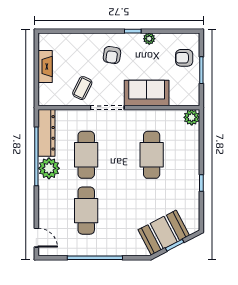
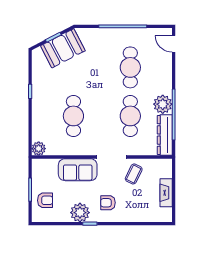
plant: (149, 39) -> (80, 213), width x1.87, depth x1.87
armchair: (112, 55) -> (108, 203), turned -98

